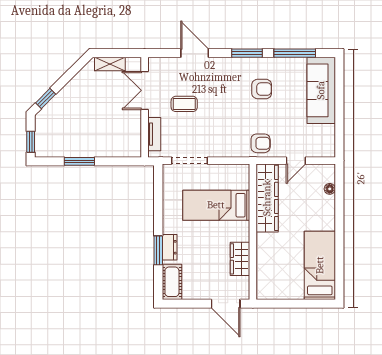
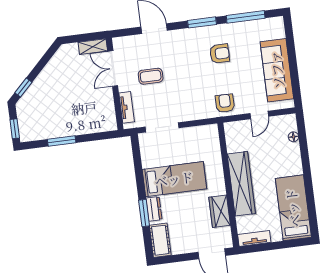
shelving: (110, 64) -> (93, 47), moved
sofa: (321, 90) -> (277, 70), moved
armchair: (261, 143) -> (225, 103), turned -90
wardrobe: (267, 198) -> (241, 184), moved
bed: (216, 205) -> (174, 179), moved, turned 180
tv unit: (273, 293) -> (254, 238), added

